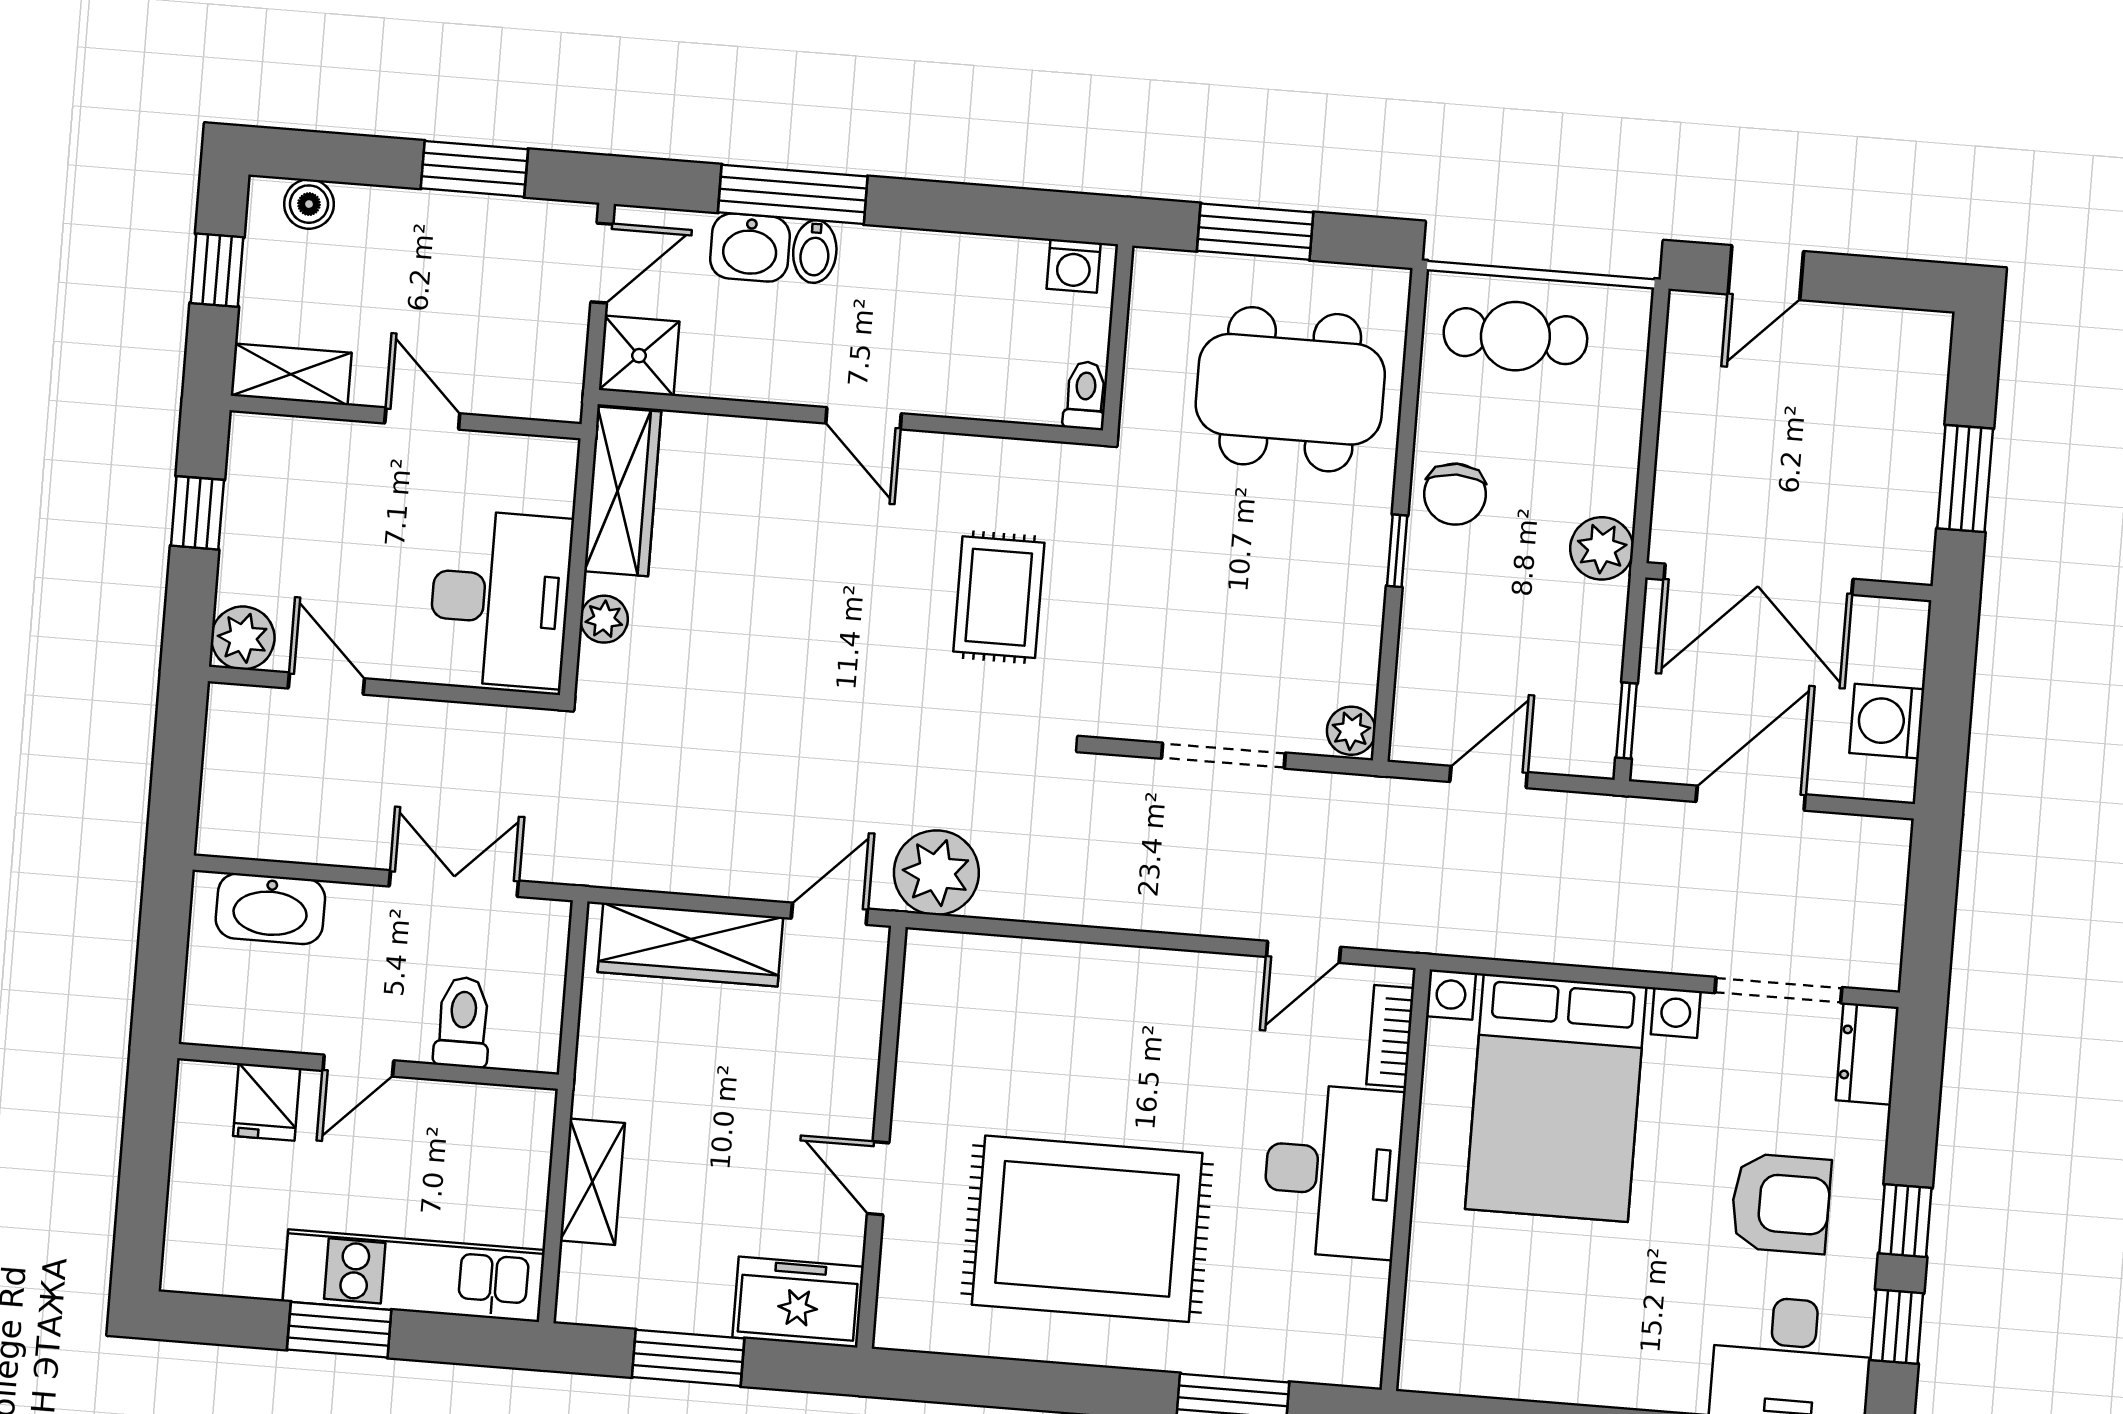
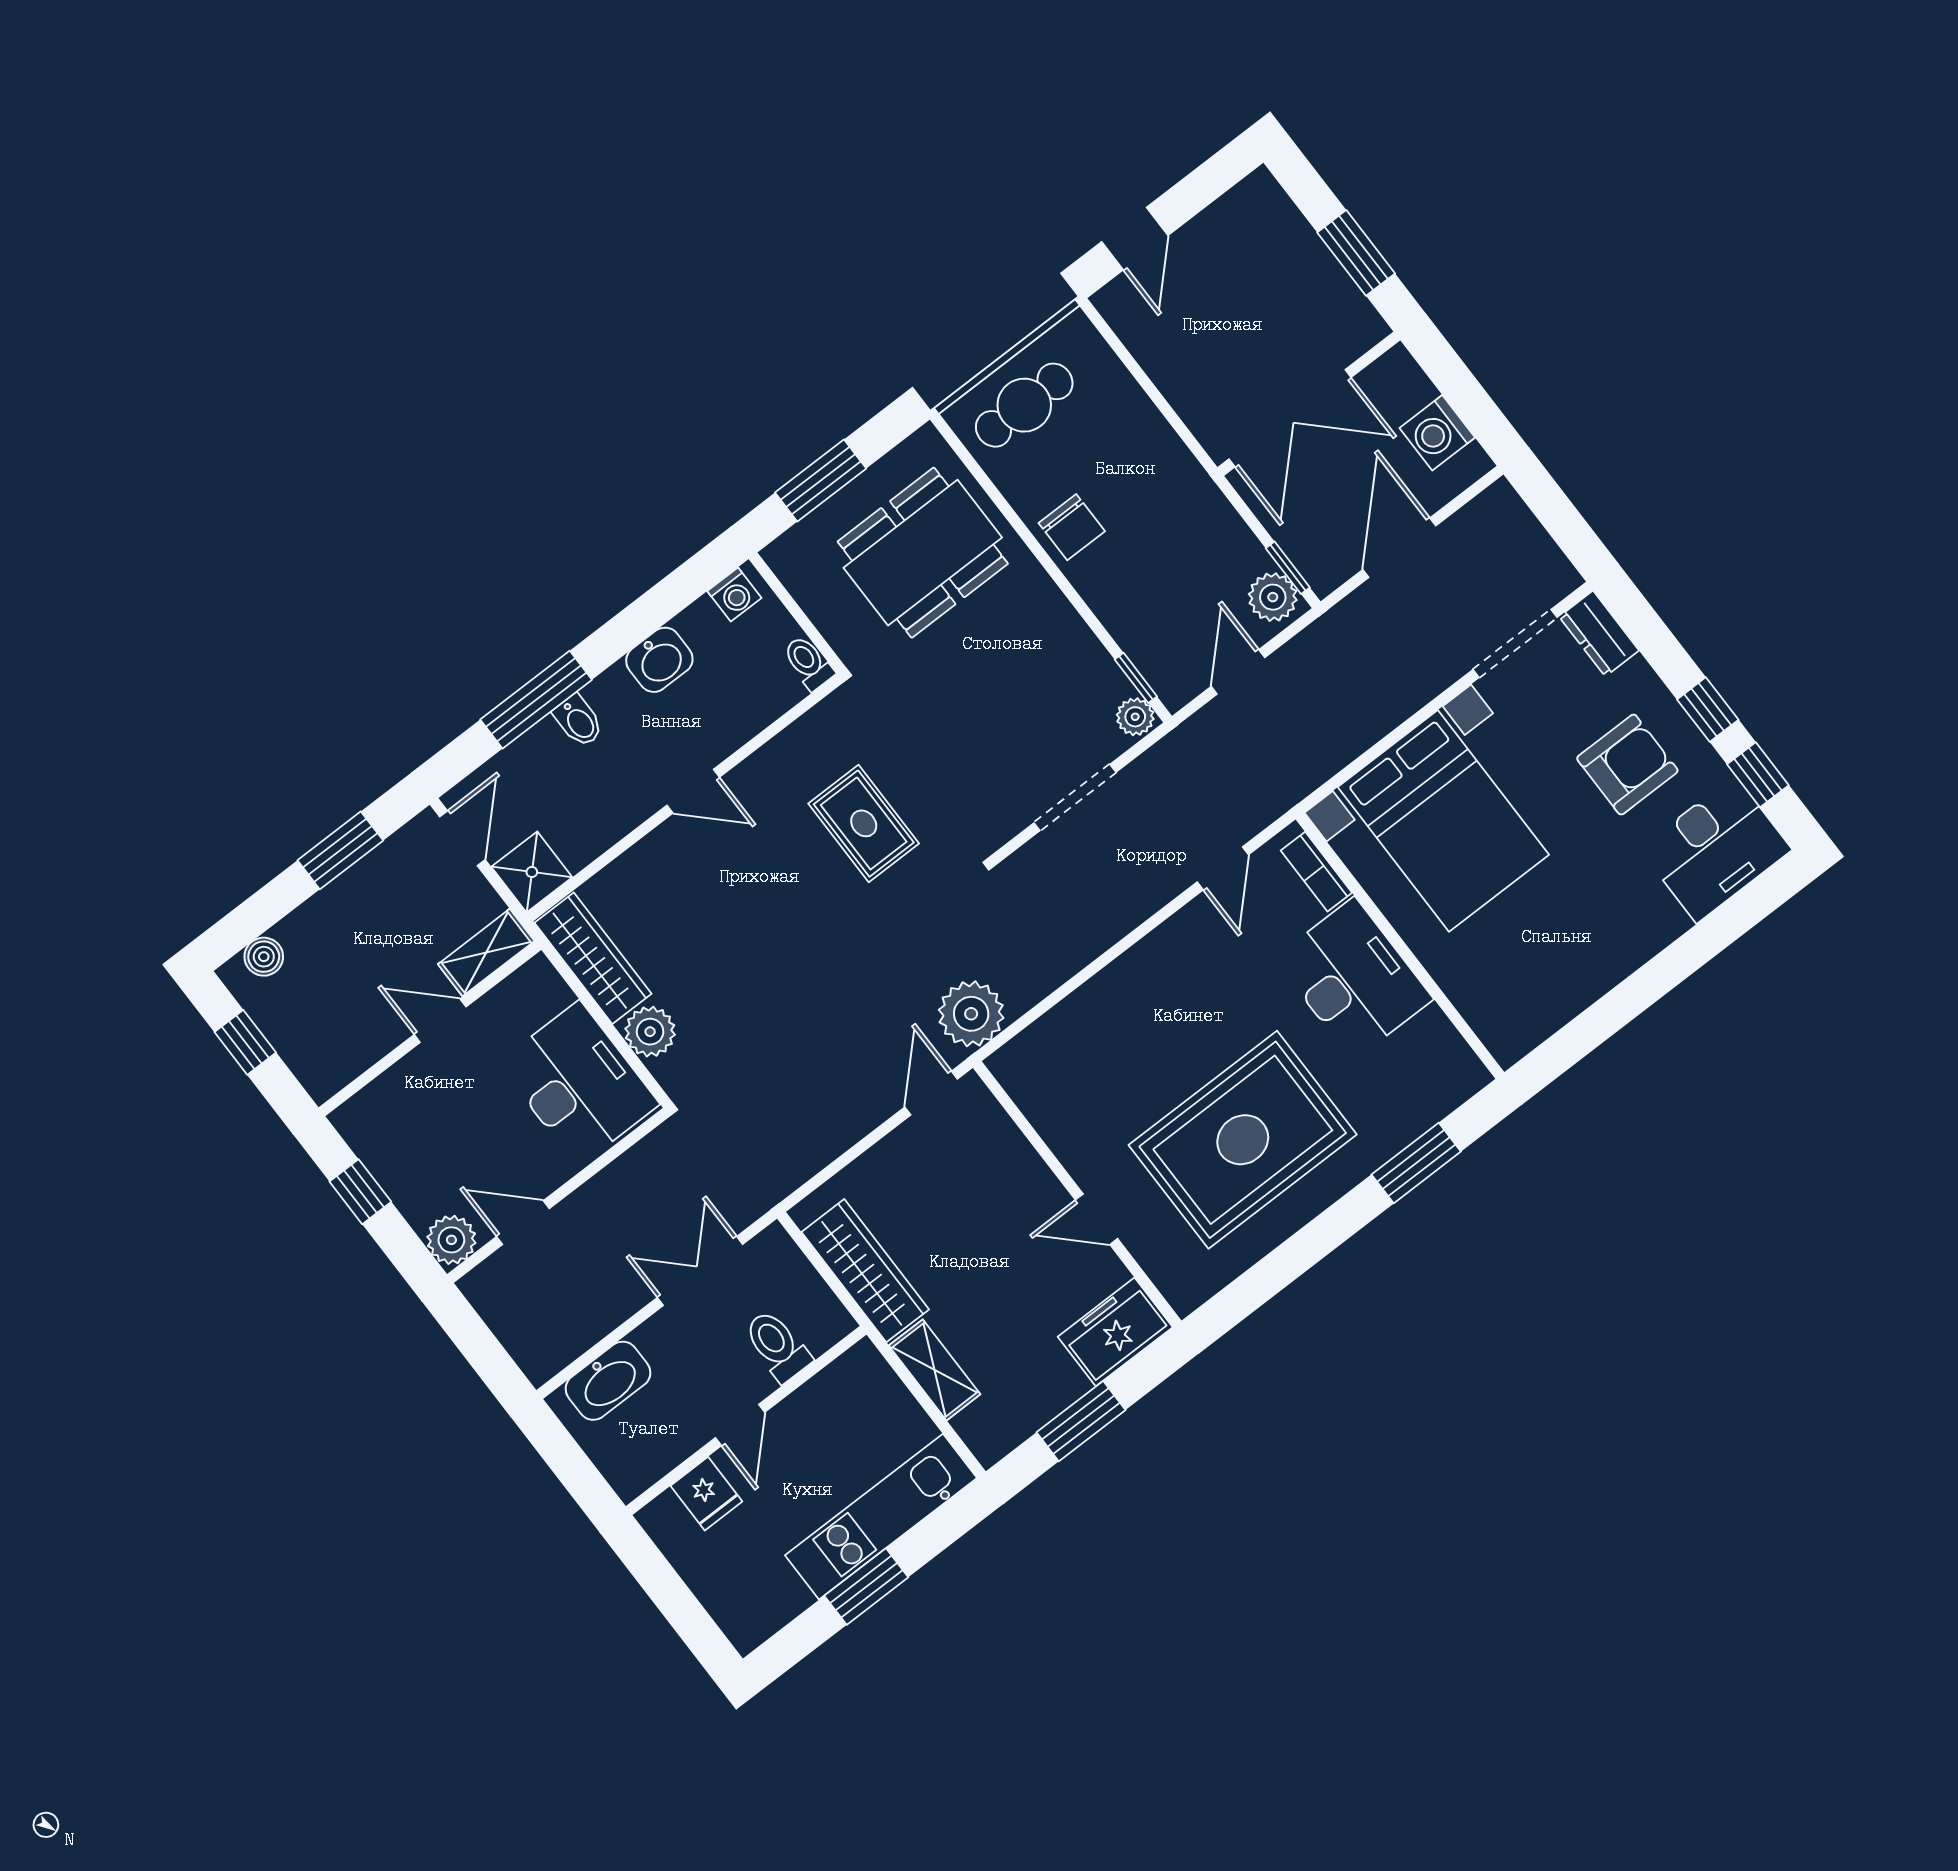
washbasin: (750, 248) -> (659, 660), moved
shelving: (291, 374) -> (486, 953), moved
plant: (1602, 548) -> (1273, 597), moved
window: (1397, 551) -> (1136, 678), moved
plant: (604, 619) -> (650, 1032), width x1.38, depth x1.38
wardrobe: (690, 945) -> (865, 1271), moved, turned -90

